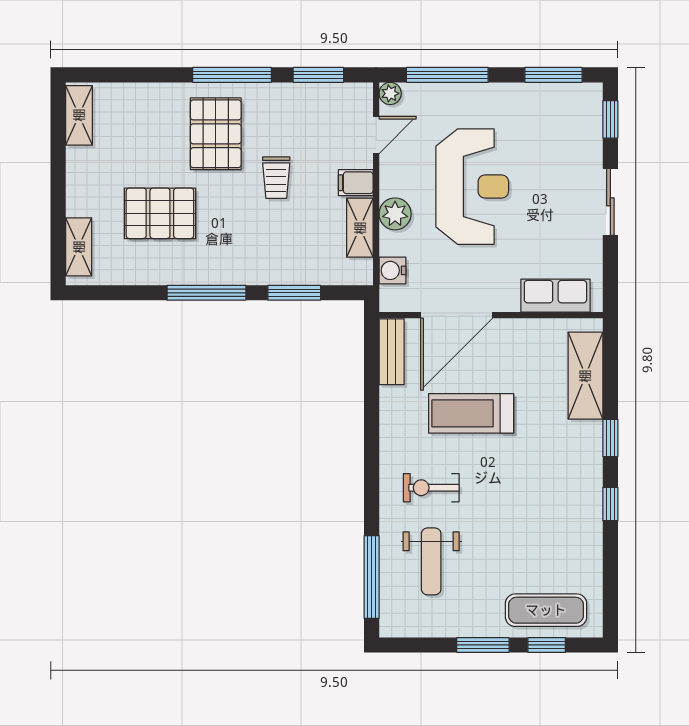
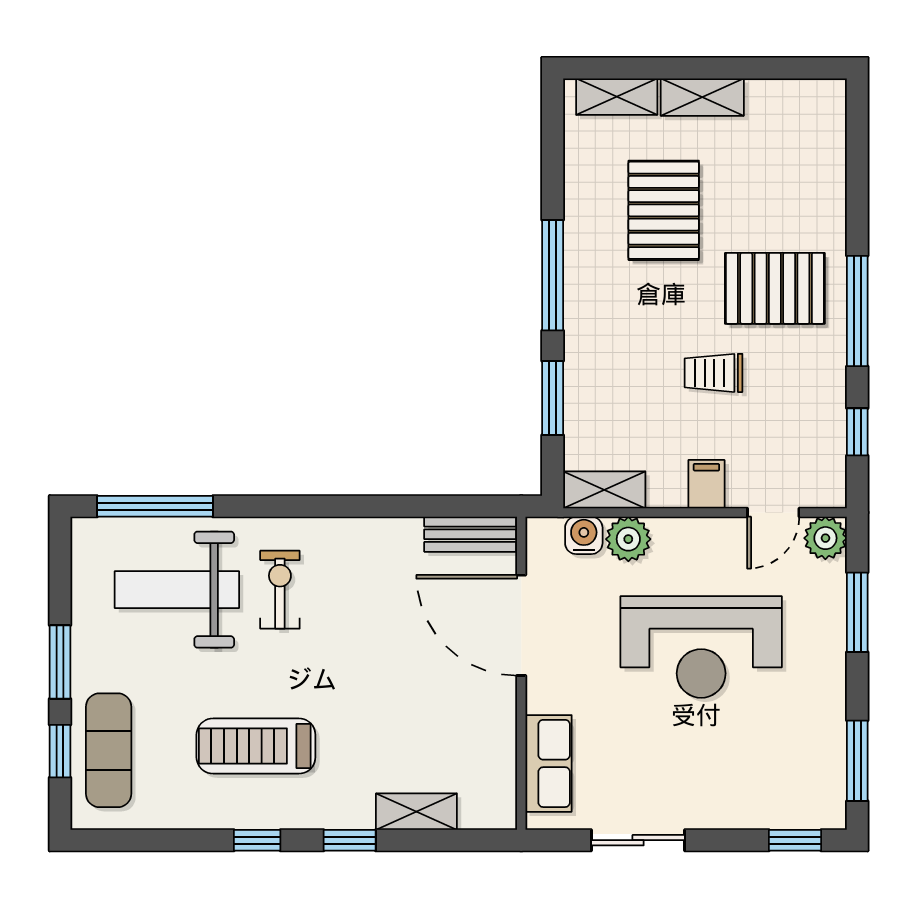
window: (318, 75) -> (857, 432), width x0.67
window: (447, 75) -> (857, 612), width x0.69
plant: (390, 93) -> (825, 538), width x1.38, depth x1.38
shelving: (79, 115) -> (702, 97), moved
door: (376, 135) -> (773, 513), hinge flipped
sliding door: (610, 202) -> (638, 840), moved
plant: (395, 214) -> (628, 539), moved
shelving: (360, 228) -> (604, 490), moved
shelving: (585, 376) -> (416, 812), width x0.67, depth x0.75
treadmill: (471, 413) -> (256, 746), moved, turned -90
weight bench: (431, 561) -> (177, 590), width x1.36, depth x1.33

